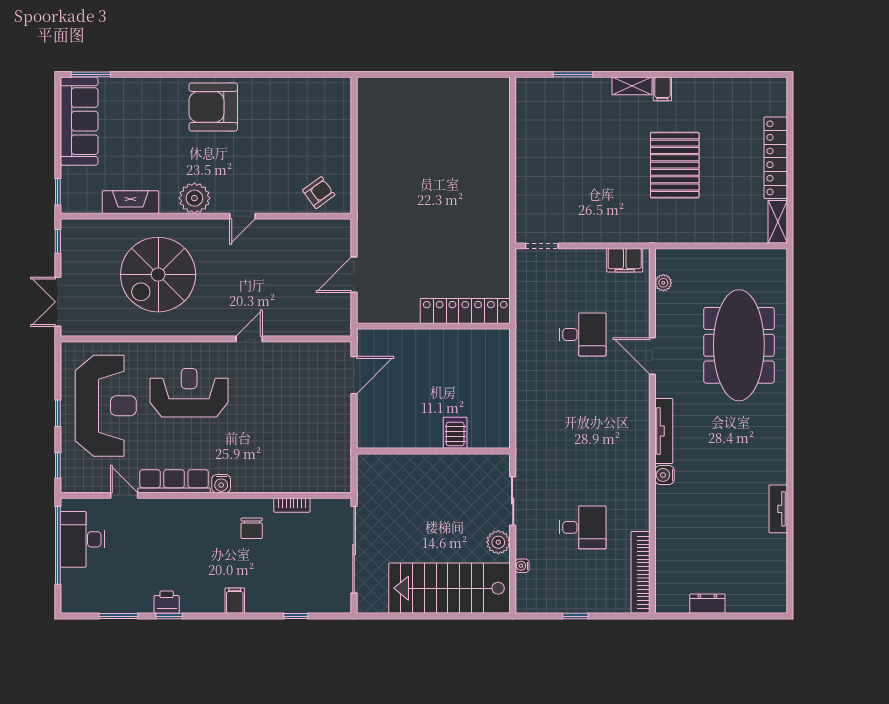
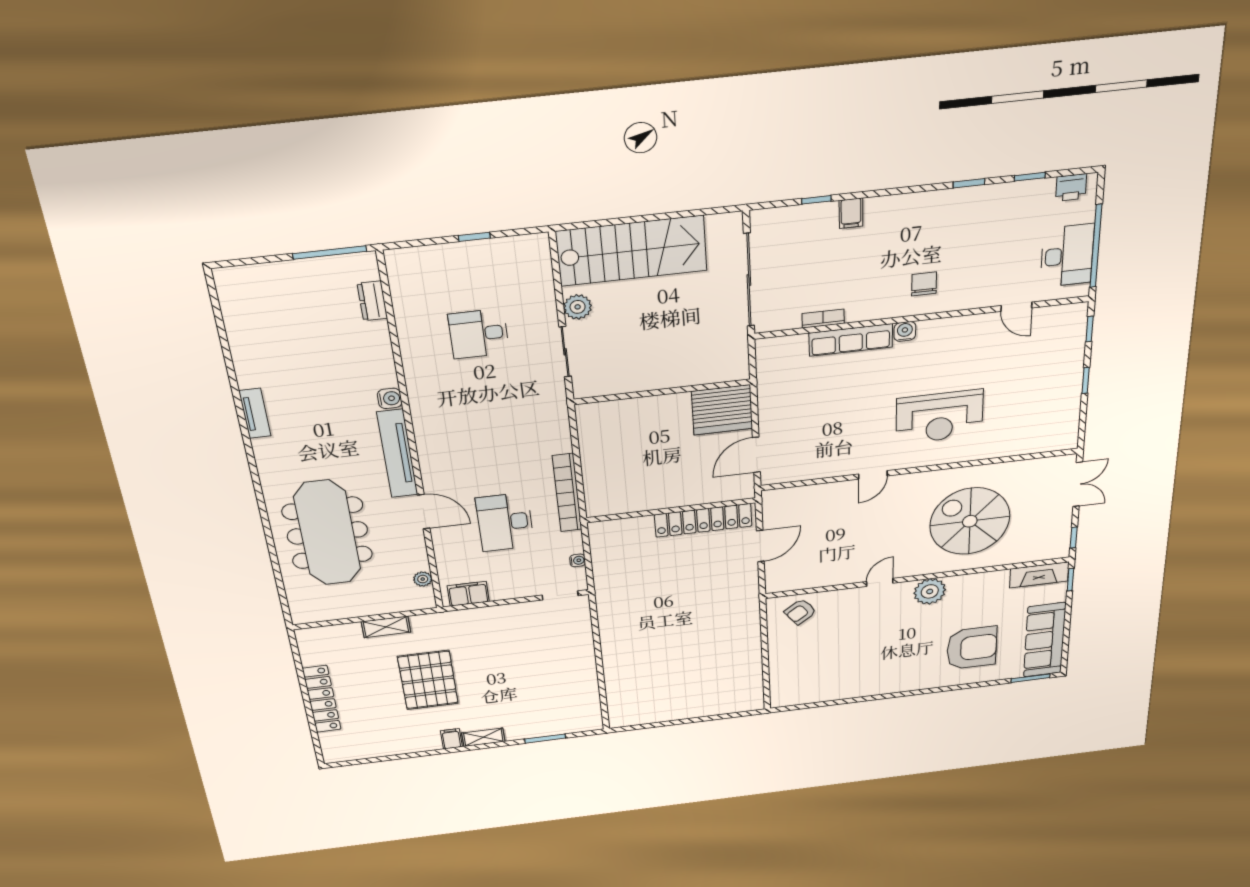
armchair: (213, 107) -> (972, 648), moved
fireplace: (130, 202) -> (1039, 575), moved
shelving: (778, 222) -> (386, 627), moved, turned 90
spiral stairs: (158, 275) -> (970, 521), turned -90
locker: (465, 311) -> (703, 520), moved
desk: (582, 334) -> (505, 522), width x1.37
reception desk: (106, 406) -> (1032, 394), removed
tv unit: (664, 431) -> (397, 454), width x1.36, depth x1.29
server rack: (455, 433) -> (722, 410), moved, width x2.18, depth x1.44
row of seats: (174, 481) -> (851, 340), moved
tv unit: (778, 509) -> (255, 413), moved
chair: (252, 528) -> (924, 284), moved
water cooler: (522, 566) -> (578, 560), moved
bookcase: (640, 572) -> (567, 493), moved, turned 180
filing cabinet: (235, 601) -> (851, 213), moved
printer: (167, 602) -> (1071, 188), moved
dresser: (707, 604) -> (372, 301), moved, turned 90
window: (118, 616) -> (1030, 177), width x0.67
window: (692, 616) -> (330, 252), added

